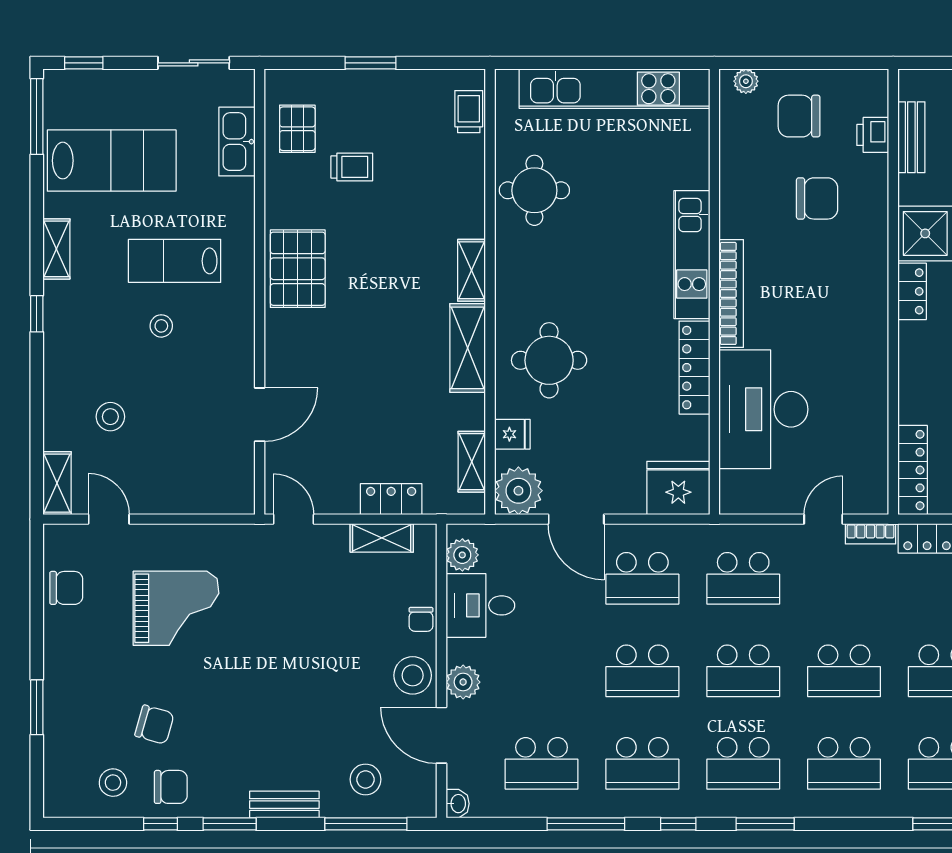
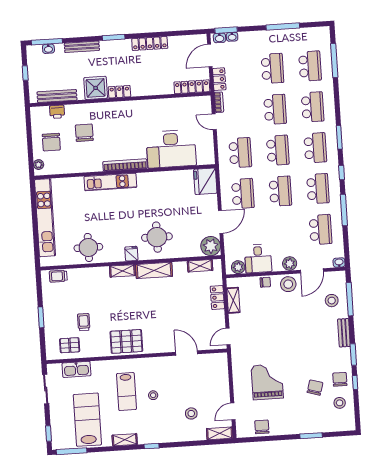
bench: (911, 137) -> (57, 96), width x1.36
locker: (694, 368) -> (156, 178), removed
fridge: (512, 434) -> (131, 254), moved

